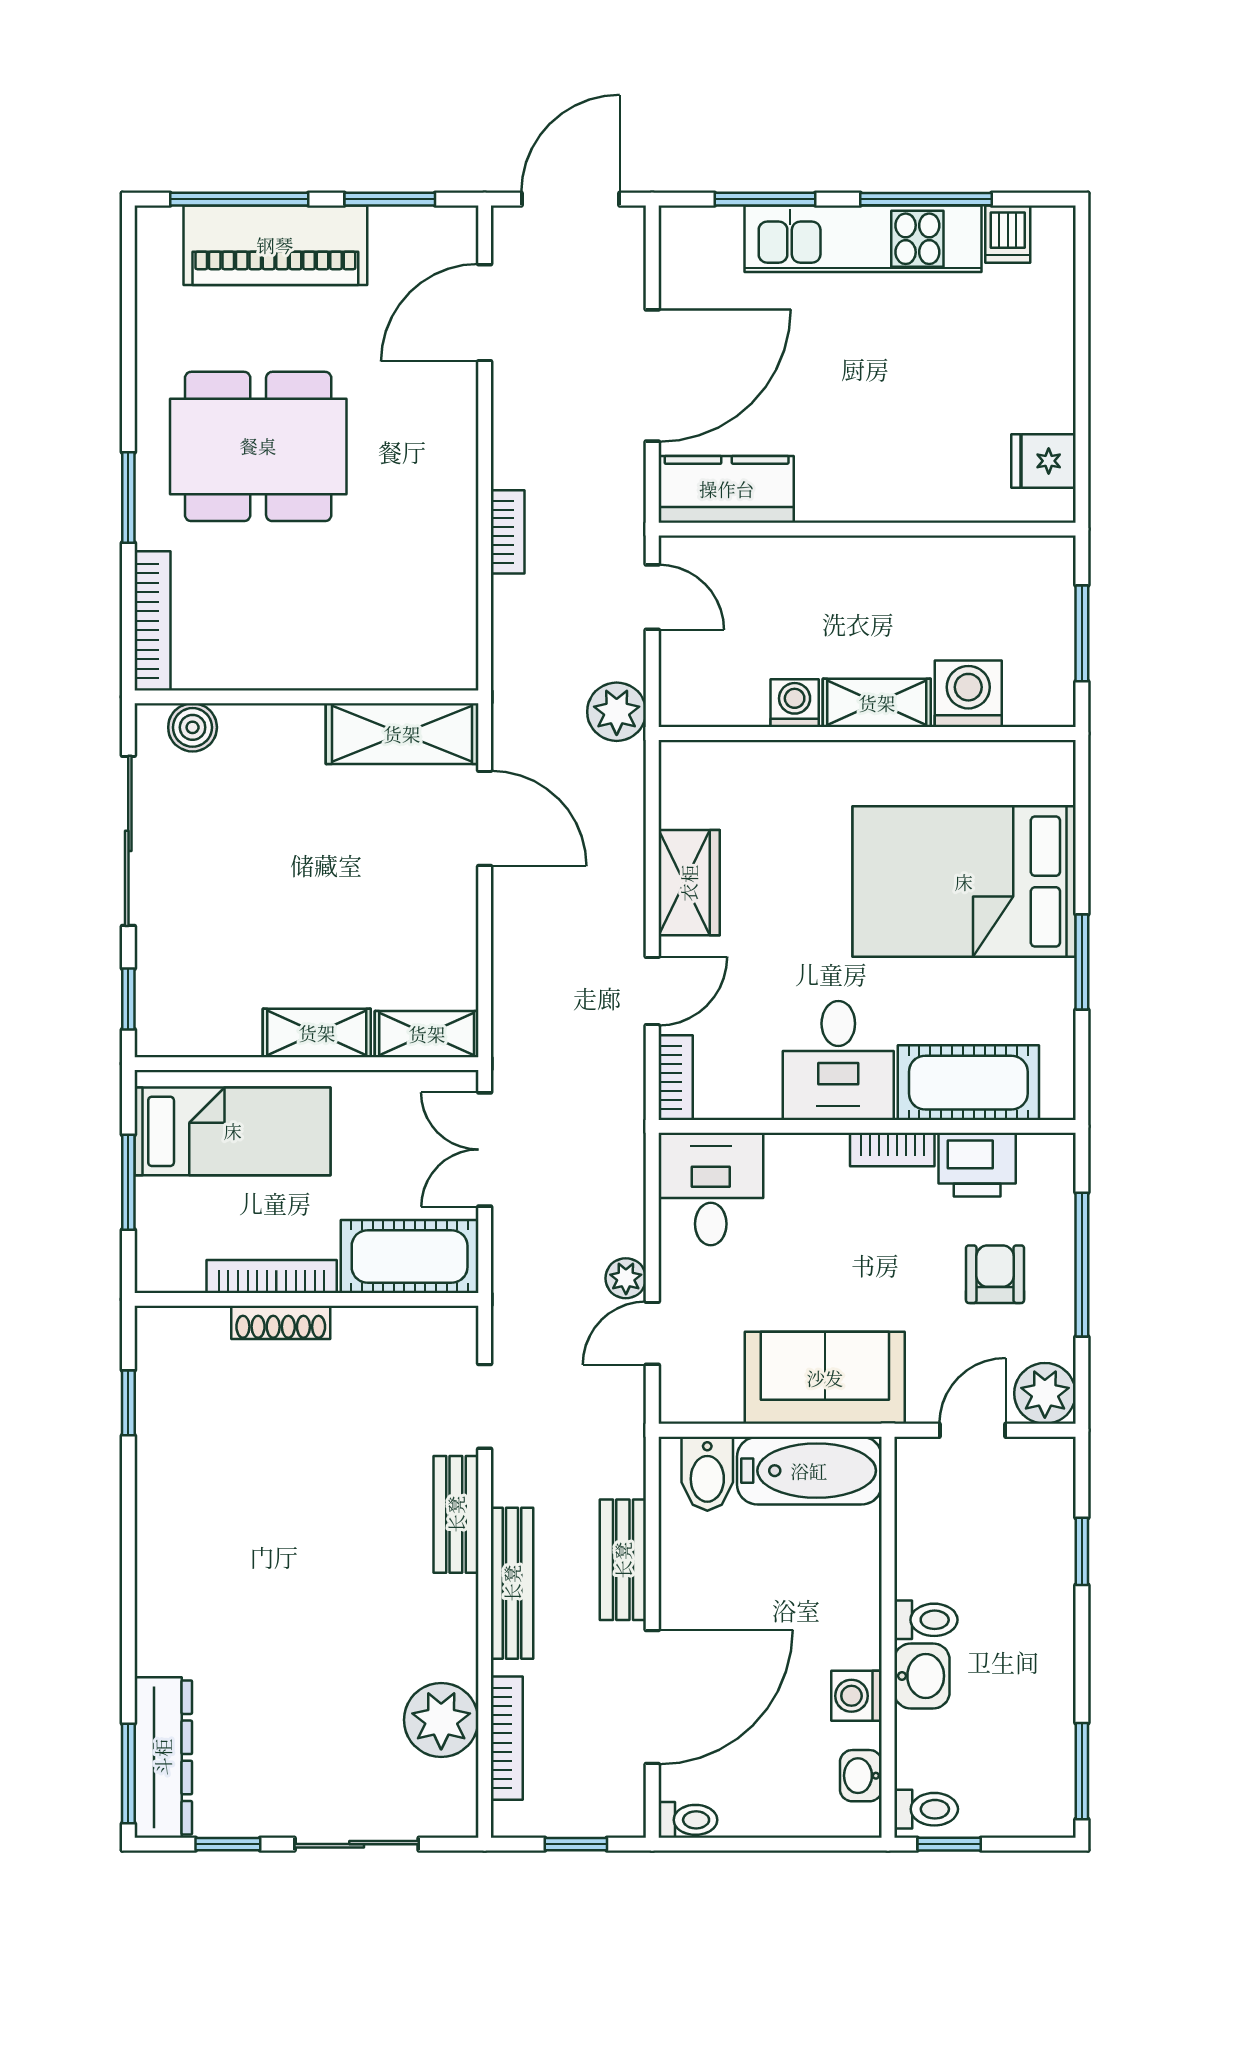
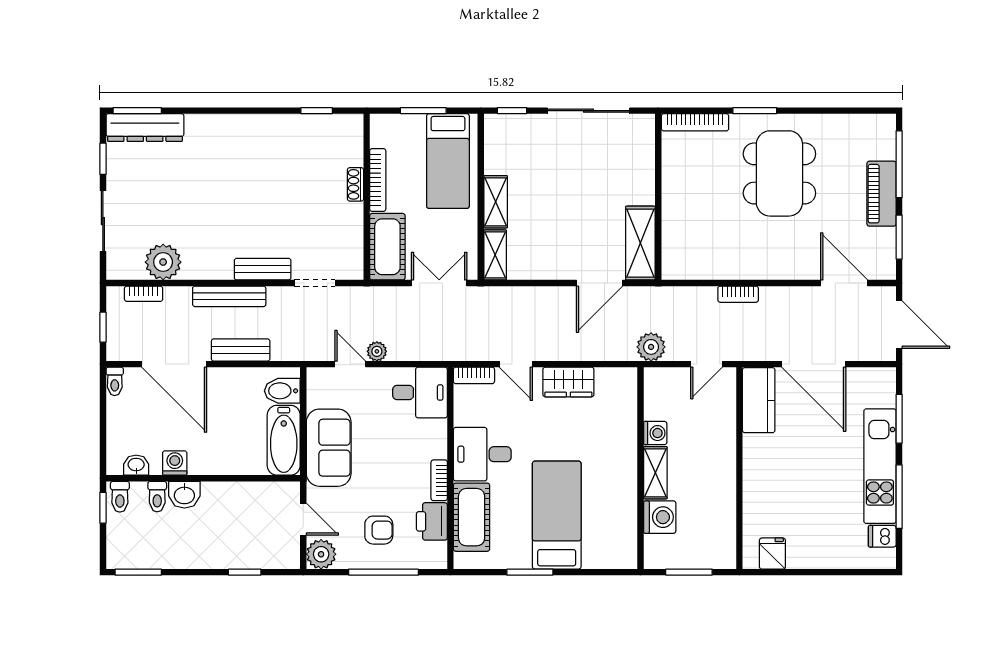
piano: (275, 245) -> (882, 194), width x0.73, depth x0.75
boiler: (193, 727) -> (643, 142), removed
bed: (964, 882) -> (557, 515), width x0.67
shoe rack: (281, 1322) -> (356, 184), width x0.70
toilet: (926, 1620) -> (157, 497), moved
bookcase: (507, 1738) -> (144, 294), width x0.64

